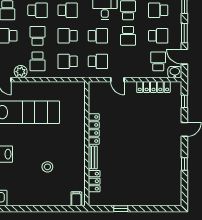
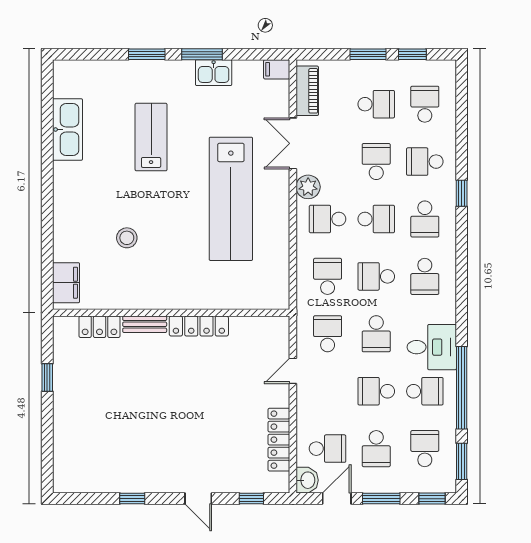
school desk: (68, 36) -> (376, 276), turned -90
school desk: (98, 61) -> (328, 334), turned 180
filing cabinet: (76, 199) -> (66, 283), width x2.00

